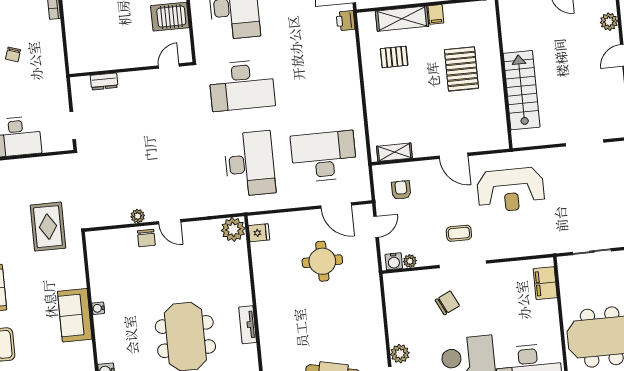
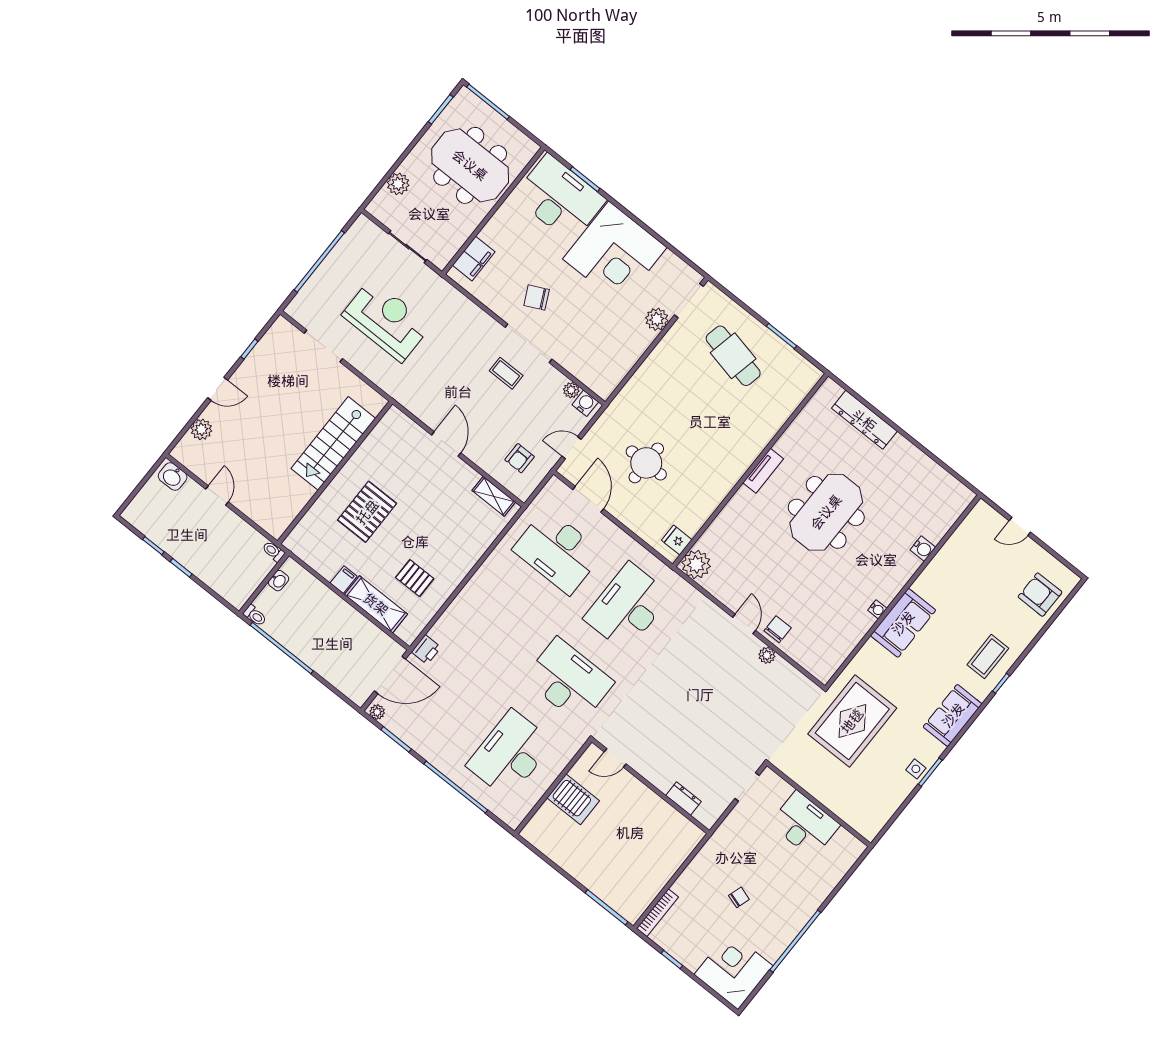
reception desk: (511, 190) -> (386, 320), moved
rug: (48, 227) -> (852, 721), width x1.37, depth x1.44
chair: (447, 303) -> (537, 297), moved

